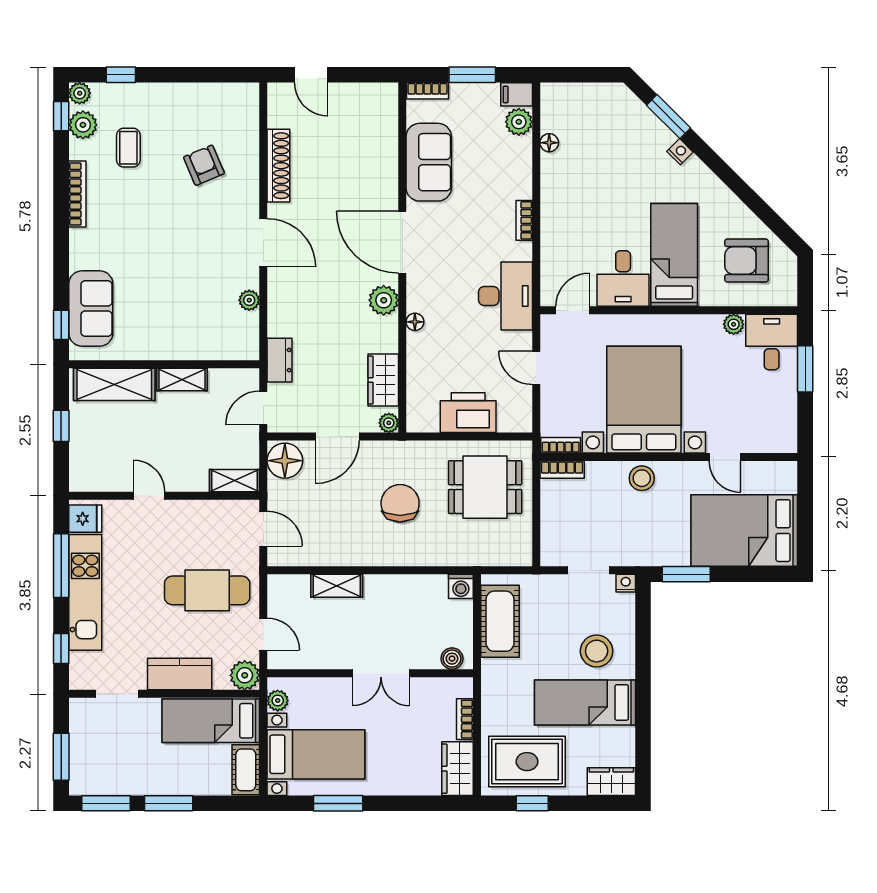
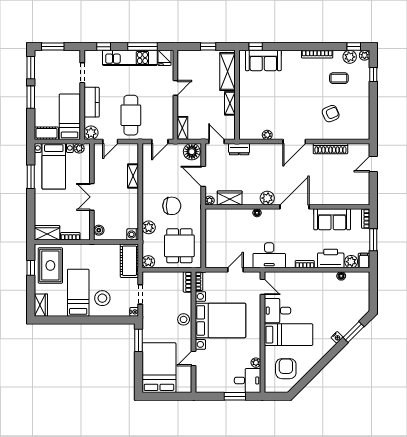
printer: (468, 413) -> (331, 259), moved, turned -90
plant: (446, 553) -> (149, 227), added
plant: (519, 553) -> (148, 262), added
cot: (500, 621) -> (129, 261), moved, turned 90

